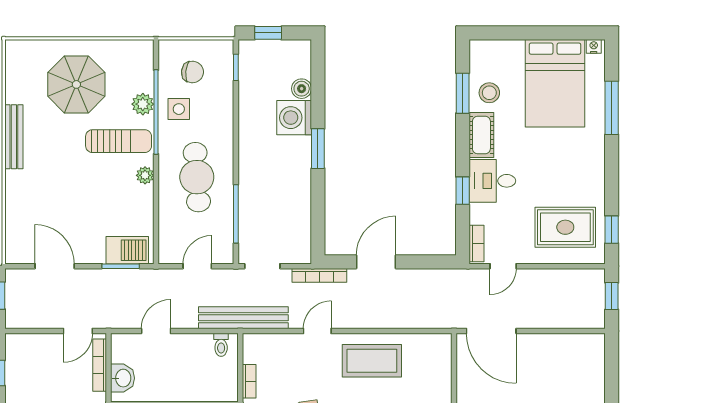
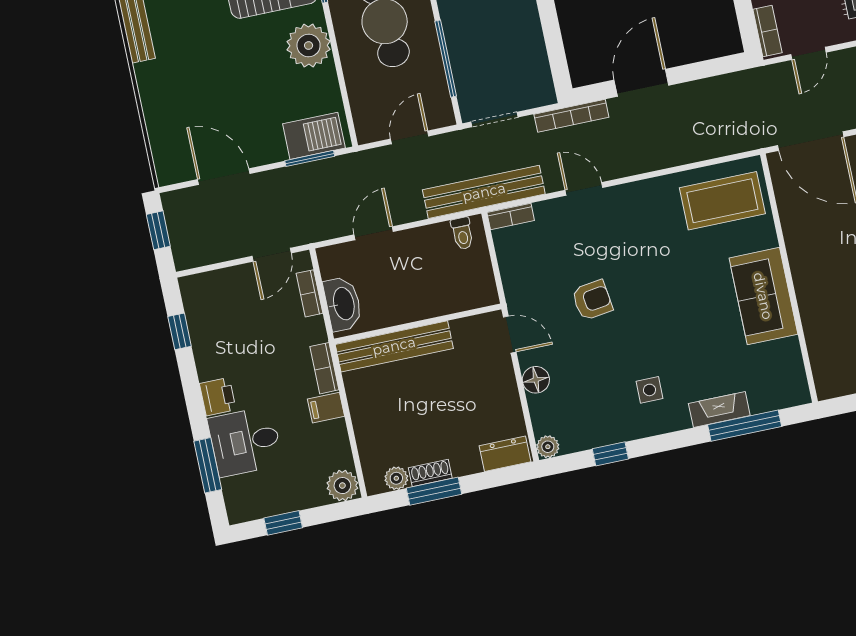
plant: (145, 175) -> (309, 45), width x1.87, depth x1.87
door: (317, 331) -> (584, 189), hinge flipped
coffee table: (372, 361) -> (722, 201), moved
bookcase: (100, 365) -> (309, 293), width x0.64
washbasin: (123, 378) -> (343, 304), width x1.38
bookcase: (249, 381) -> (511, 216), moved, turned 90

